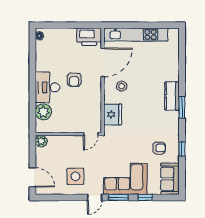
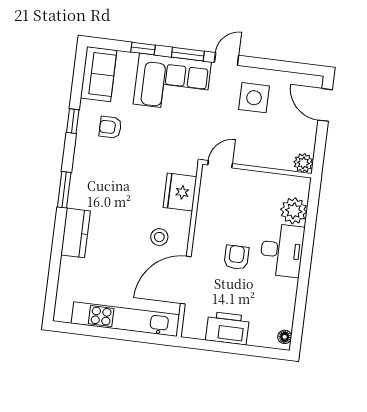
printer: (89, 37) -> (227, 328), moved
kitchen counter: (172, 96) -> (76, 233), moved

